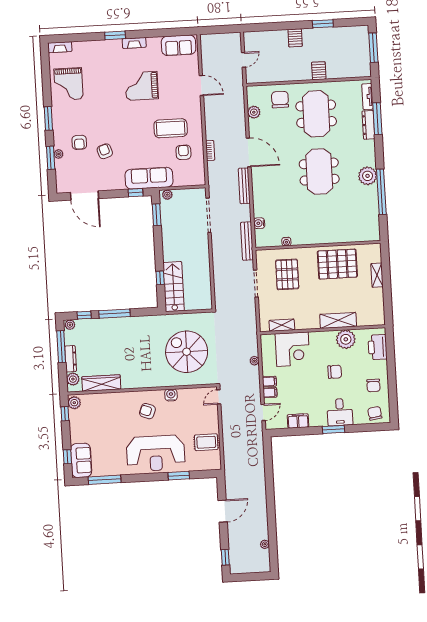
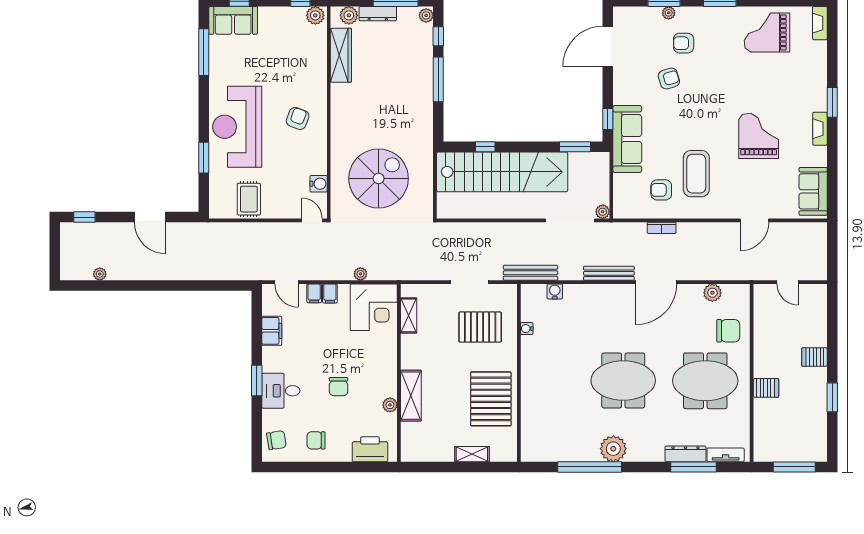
armchair: (183, 152) -> (661, 190), turned 180
plant: (167, 195) -> (603, 212), moved
stairs: (174, 287) -> (502, 172), width x1.86, depth x1.51
plant: (346, 339) -> (390, 405), width x0.53, depth x0.53
corner desk: (292, 349) -> (374, 307), moved, turned -90
water cooler: (171, 395) -> (319, 184), moved

